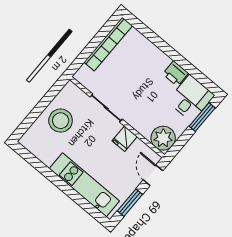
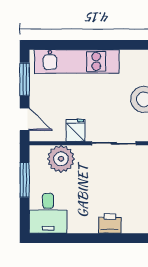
printer: (176, 74) -> (110, 223), moved
window: (202, 117) -> (25, 180), moved
plant: (163, 138) -> (61, 159), moved

